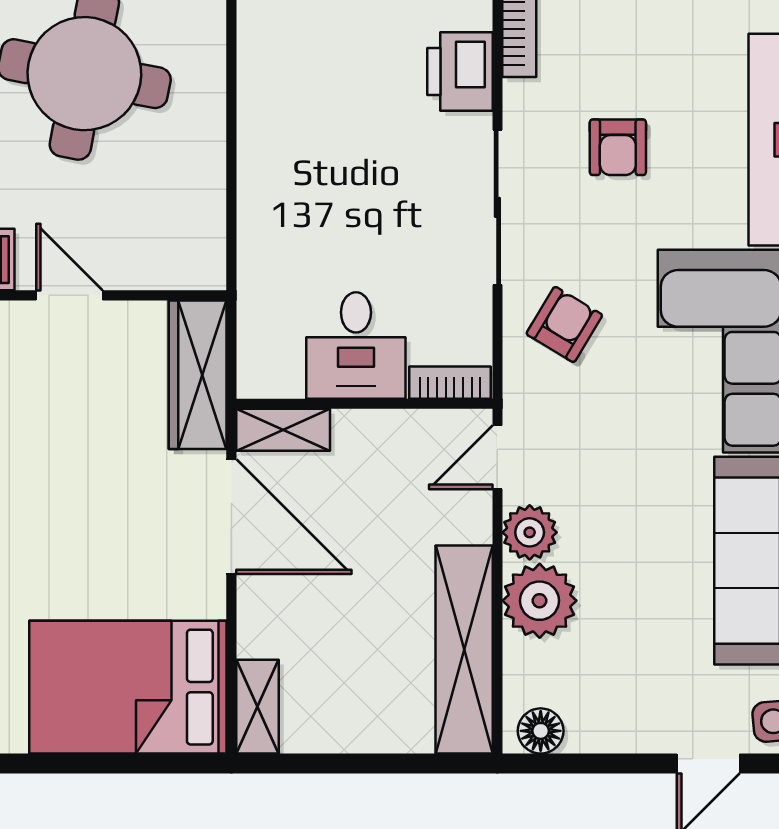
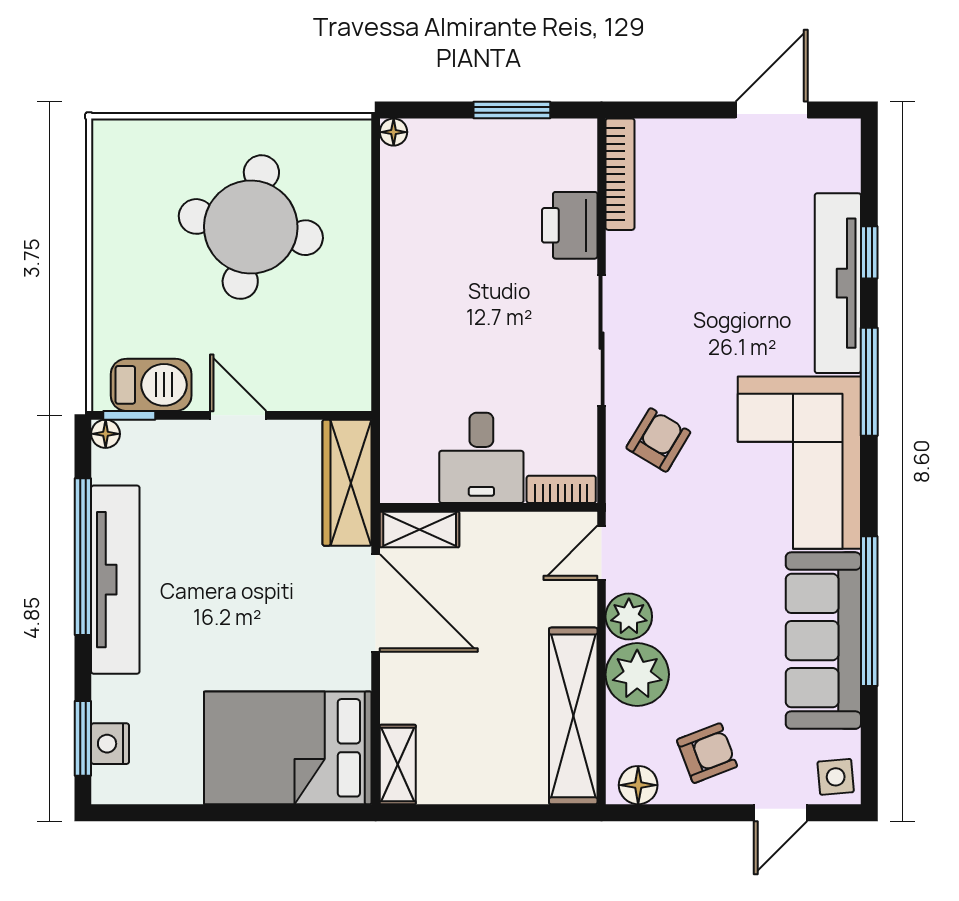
armchair: (618, 147) -> (707, 753), moved, turned -111

